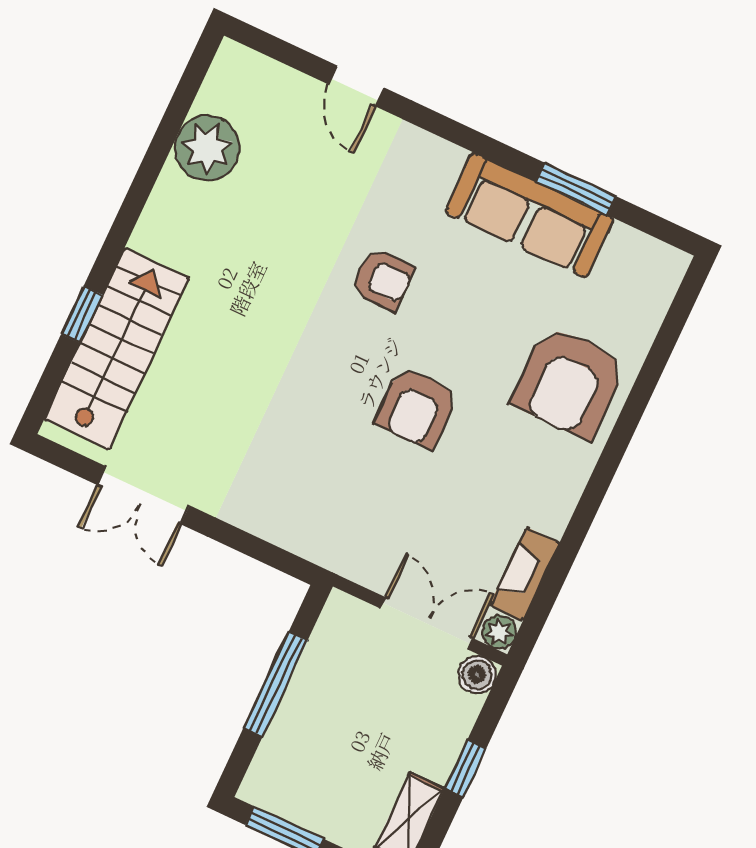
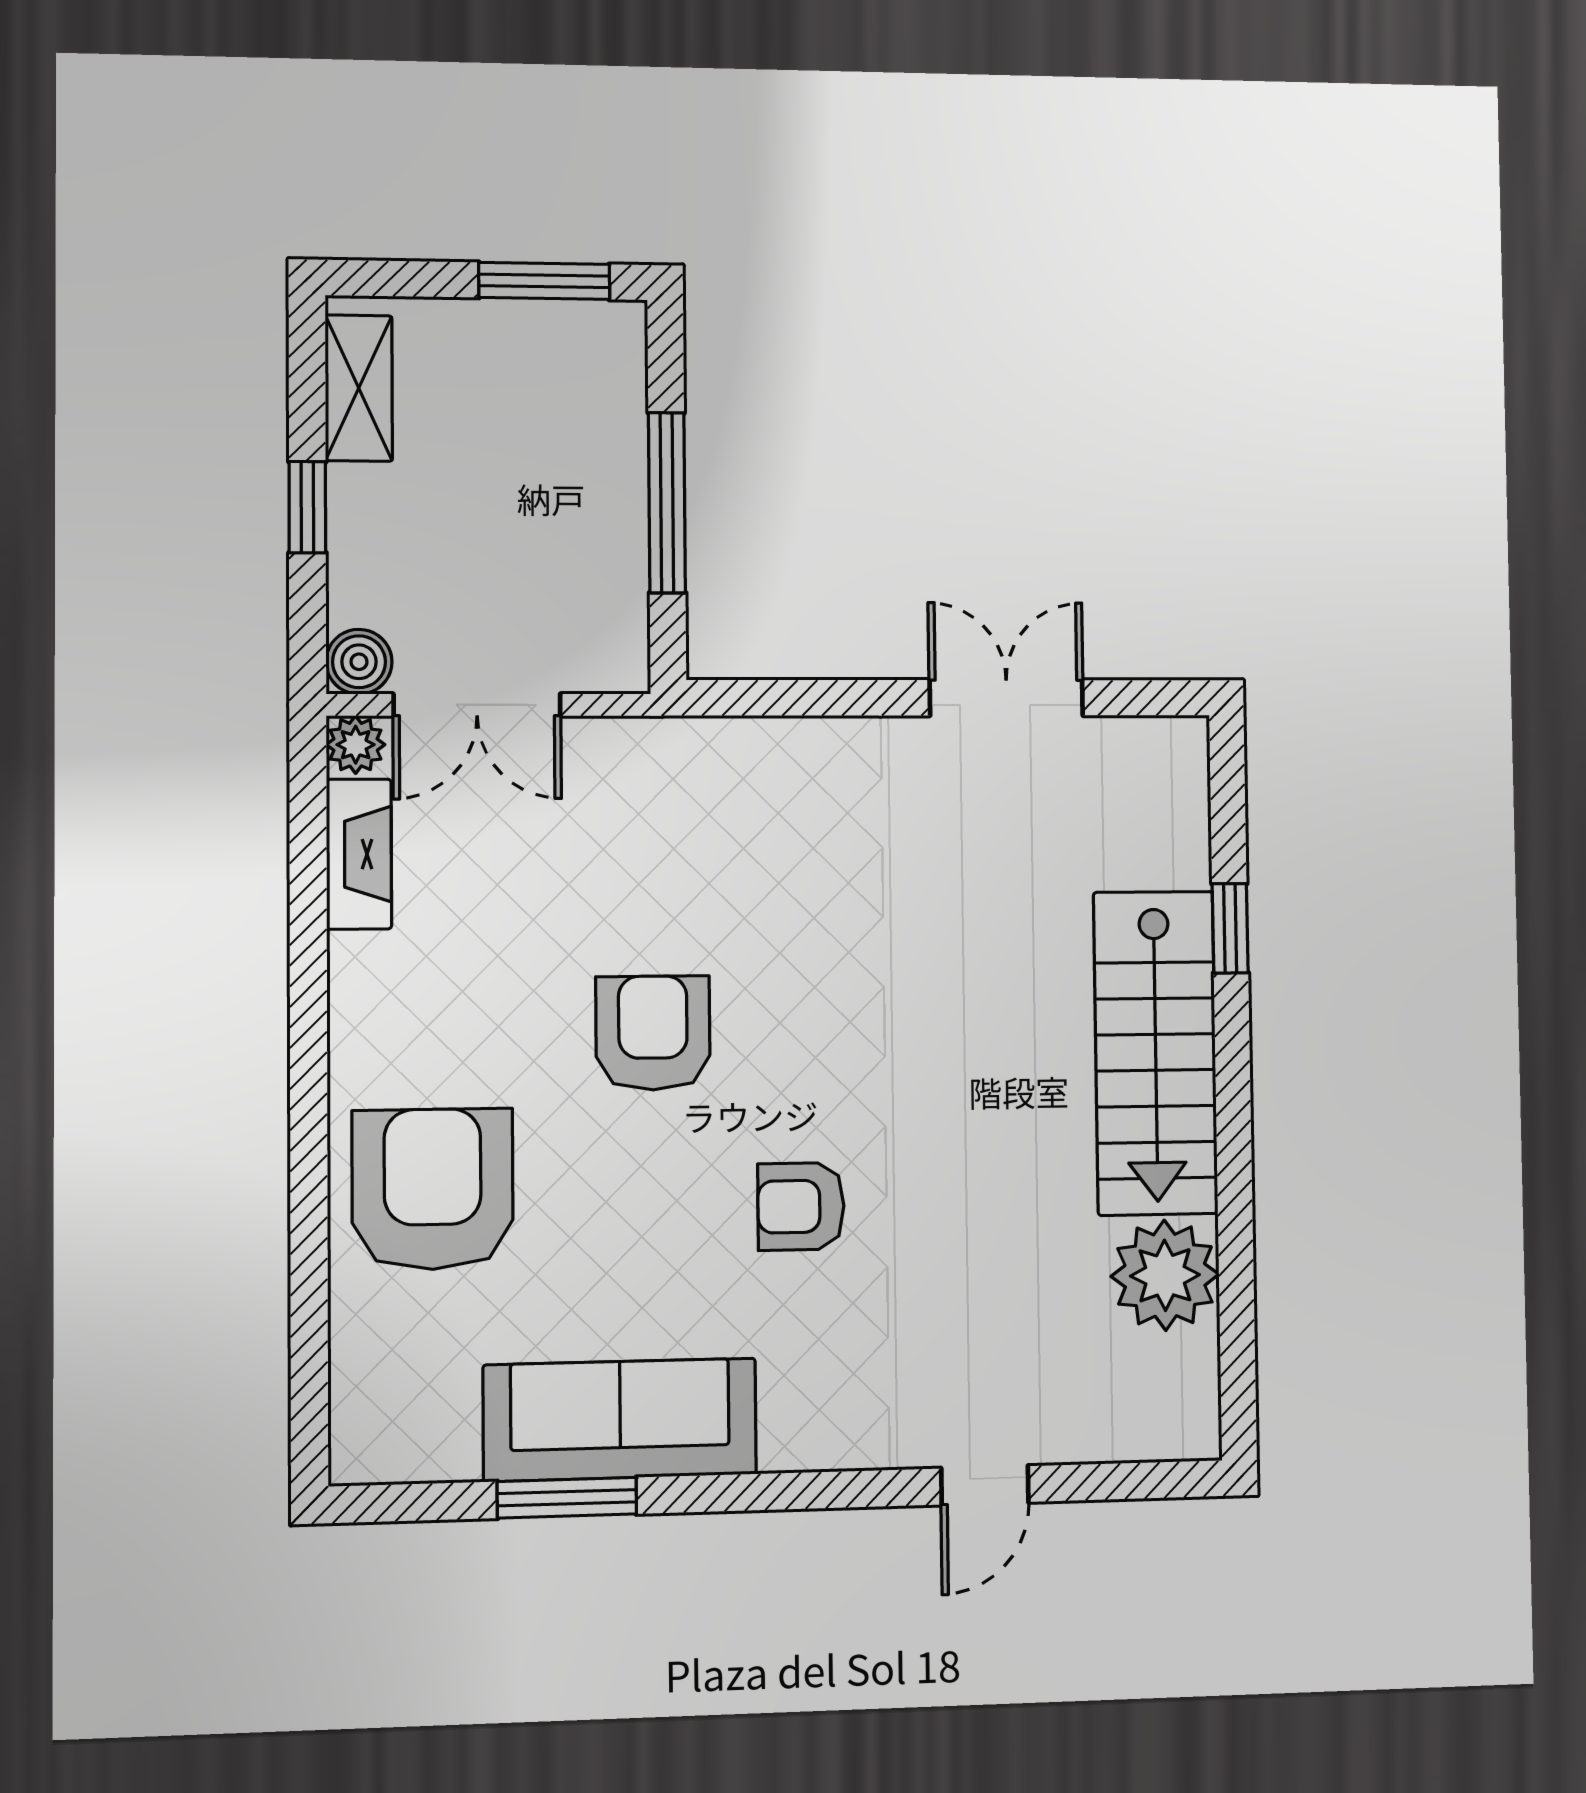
door: (356, 86) -> (985, 1485), swing flipped
stairs: (117, 349) -> (1156, 1053), moved

